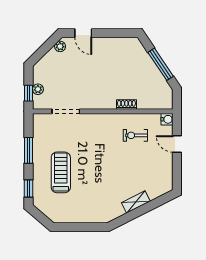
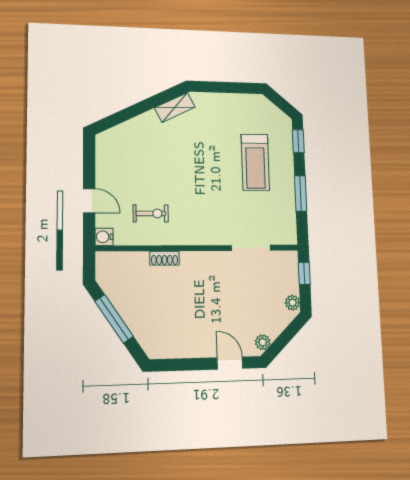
plant: (38, 89) -> (292, 303), moved
shelving: (136, 202) -> (175, 107), moved

